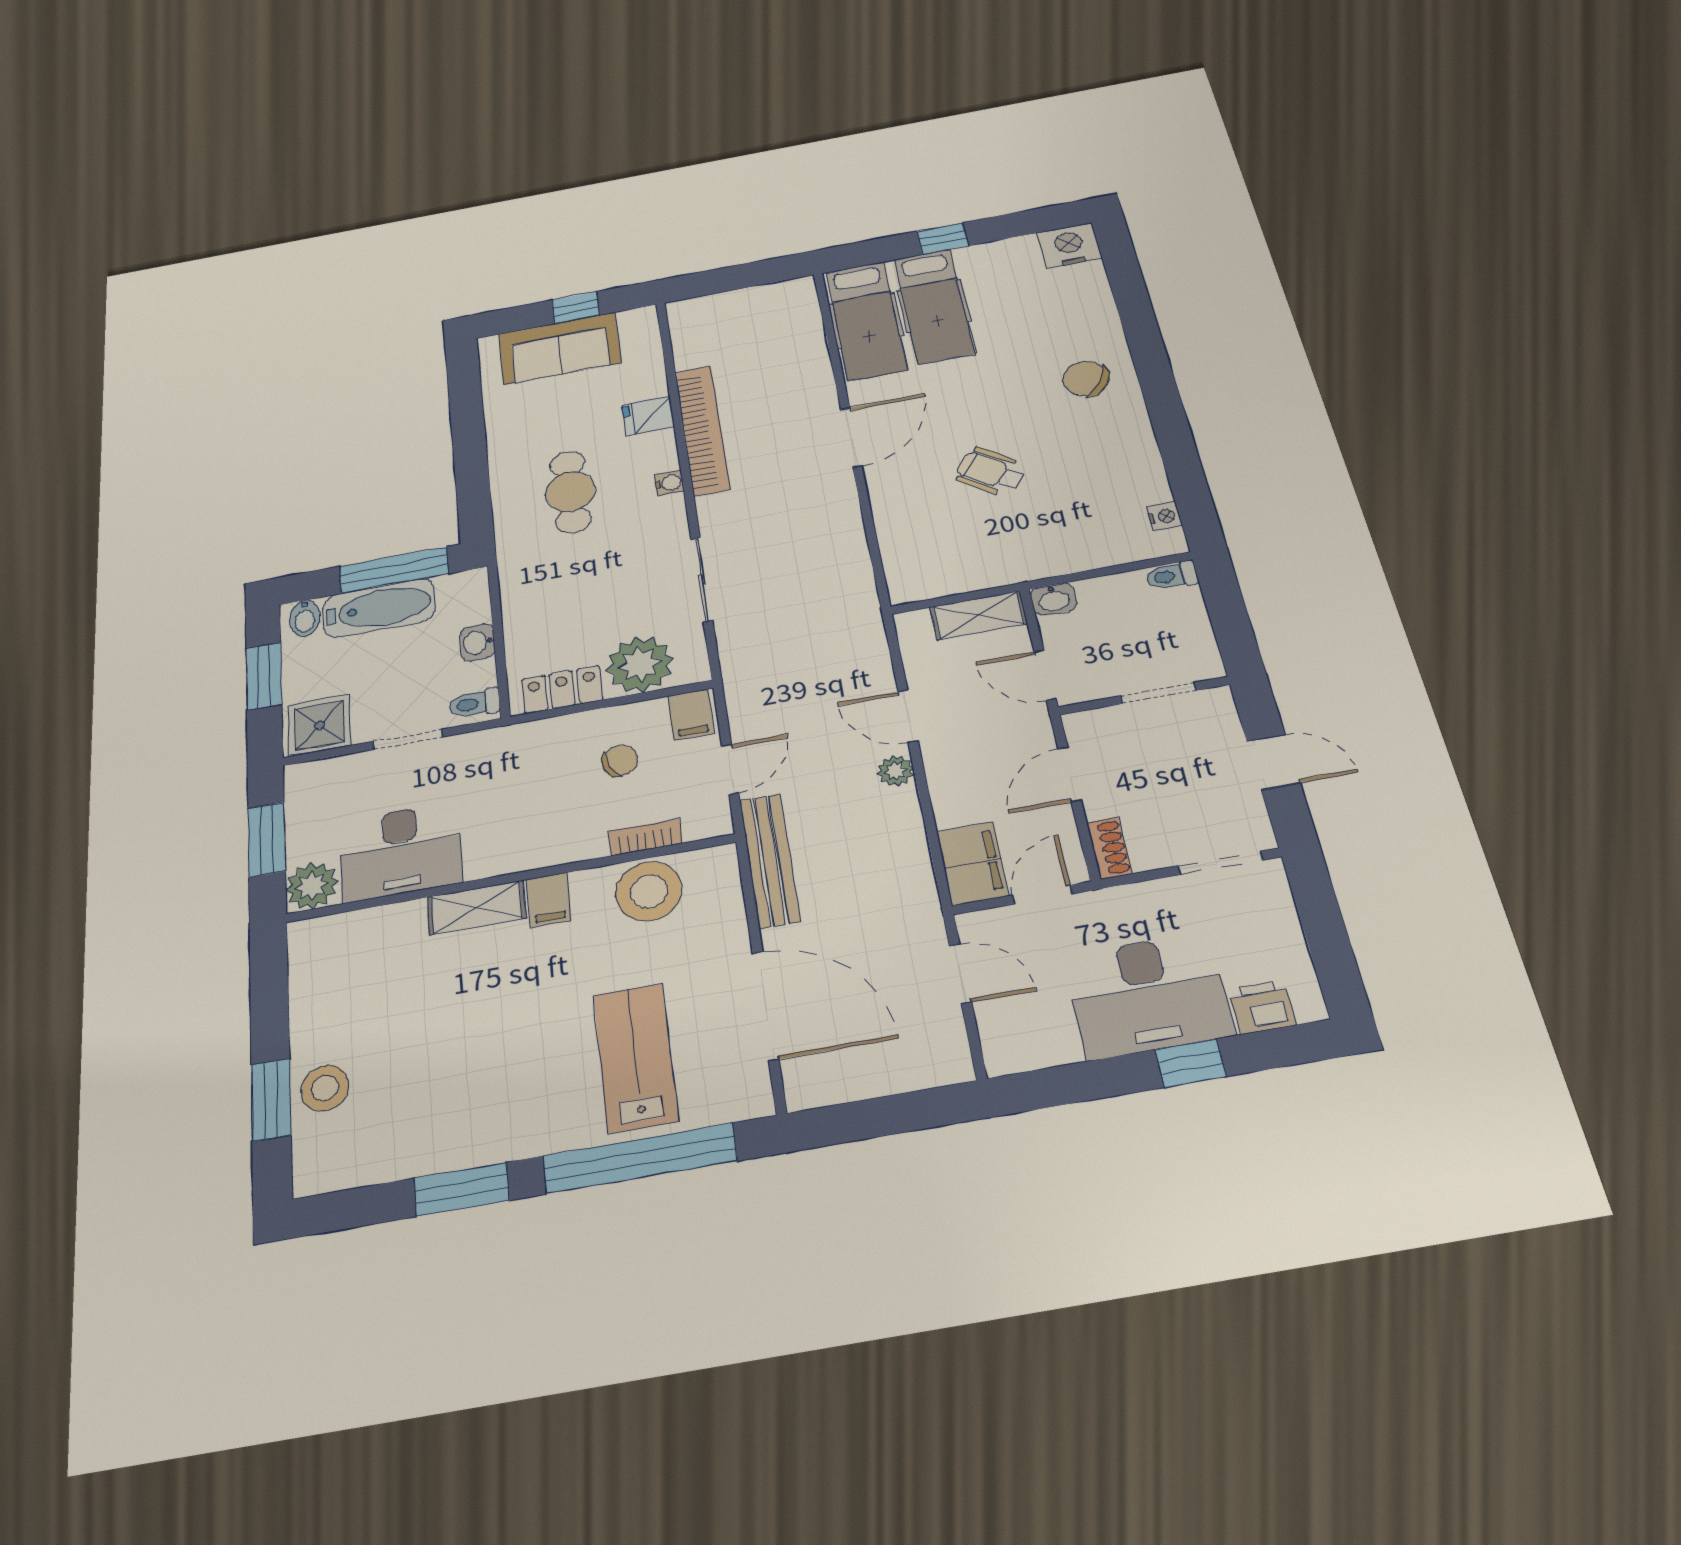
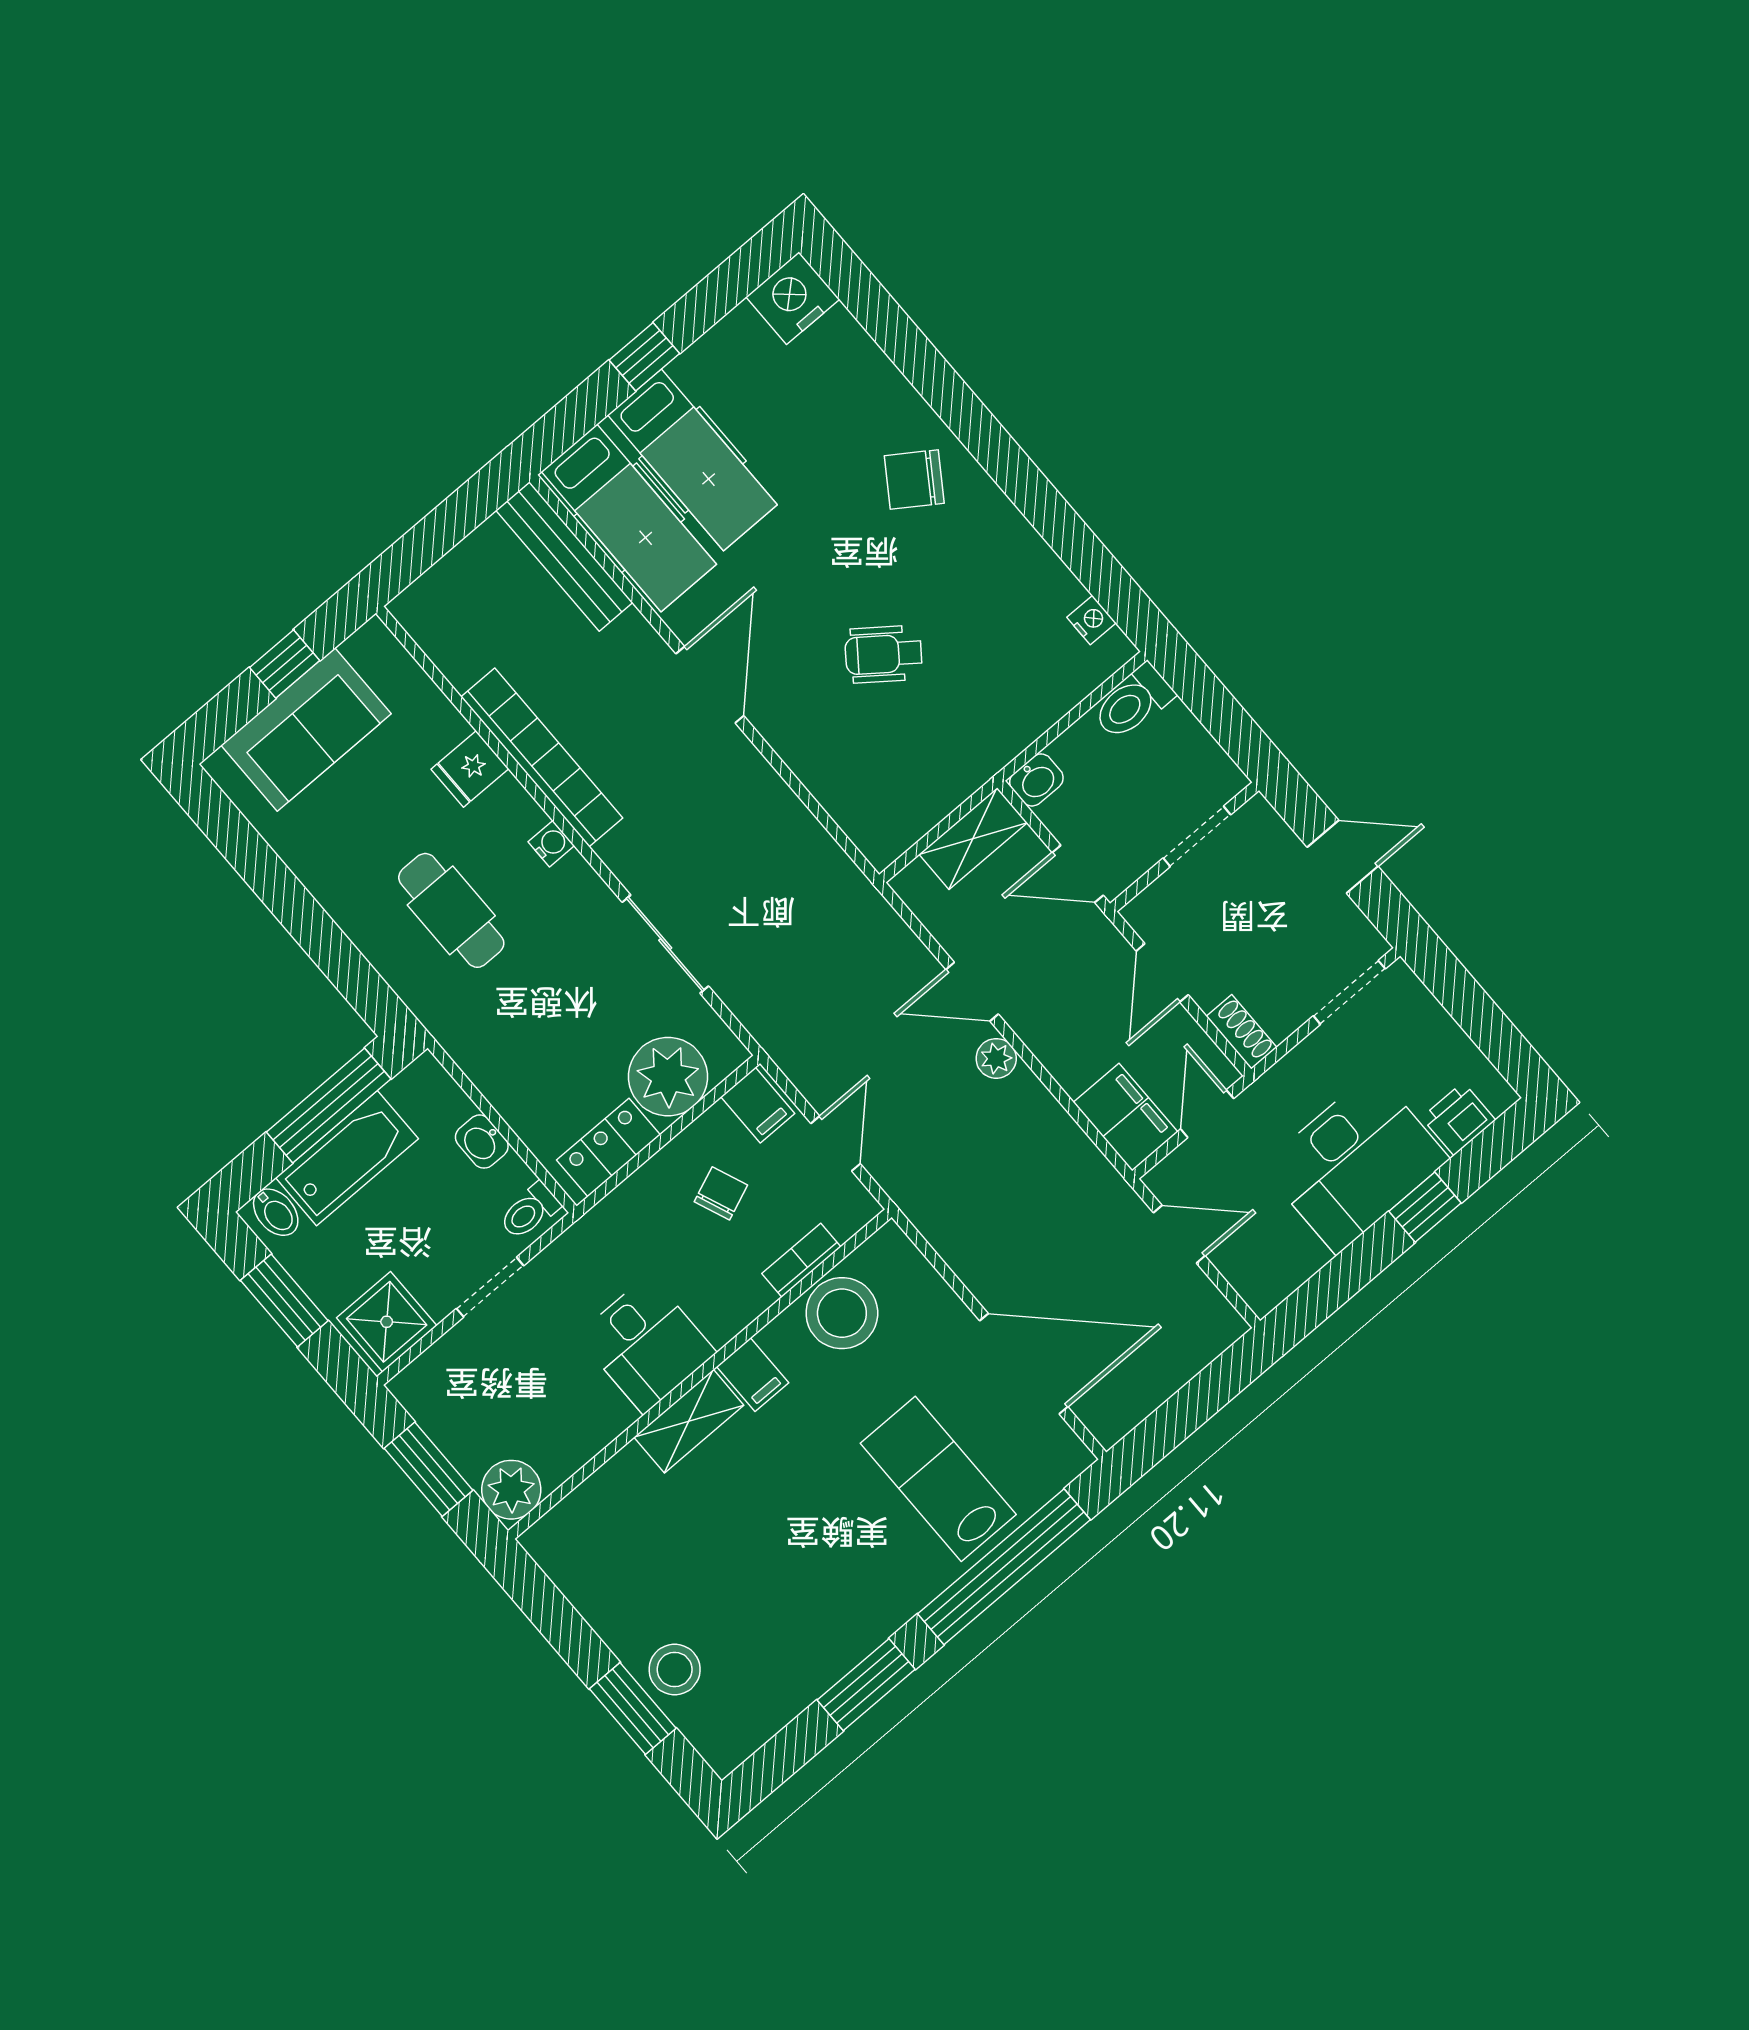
toilet: (1172, 576) -> (1133, 702), width x1.37, depth x1.39
desk: (401, 852) -> (646, 1344), moved, width x0.73
bench: (770, 860) -> (564, 556), moved

